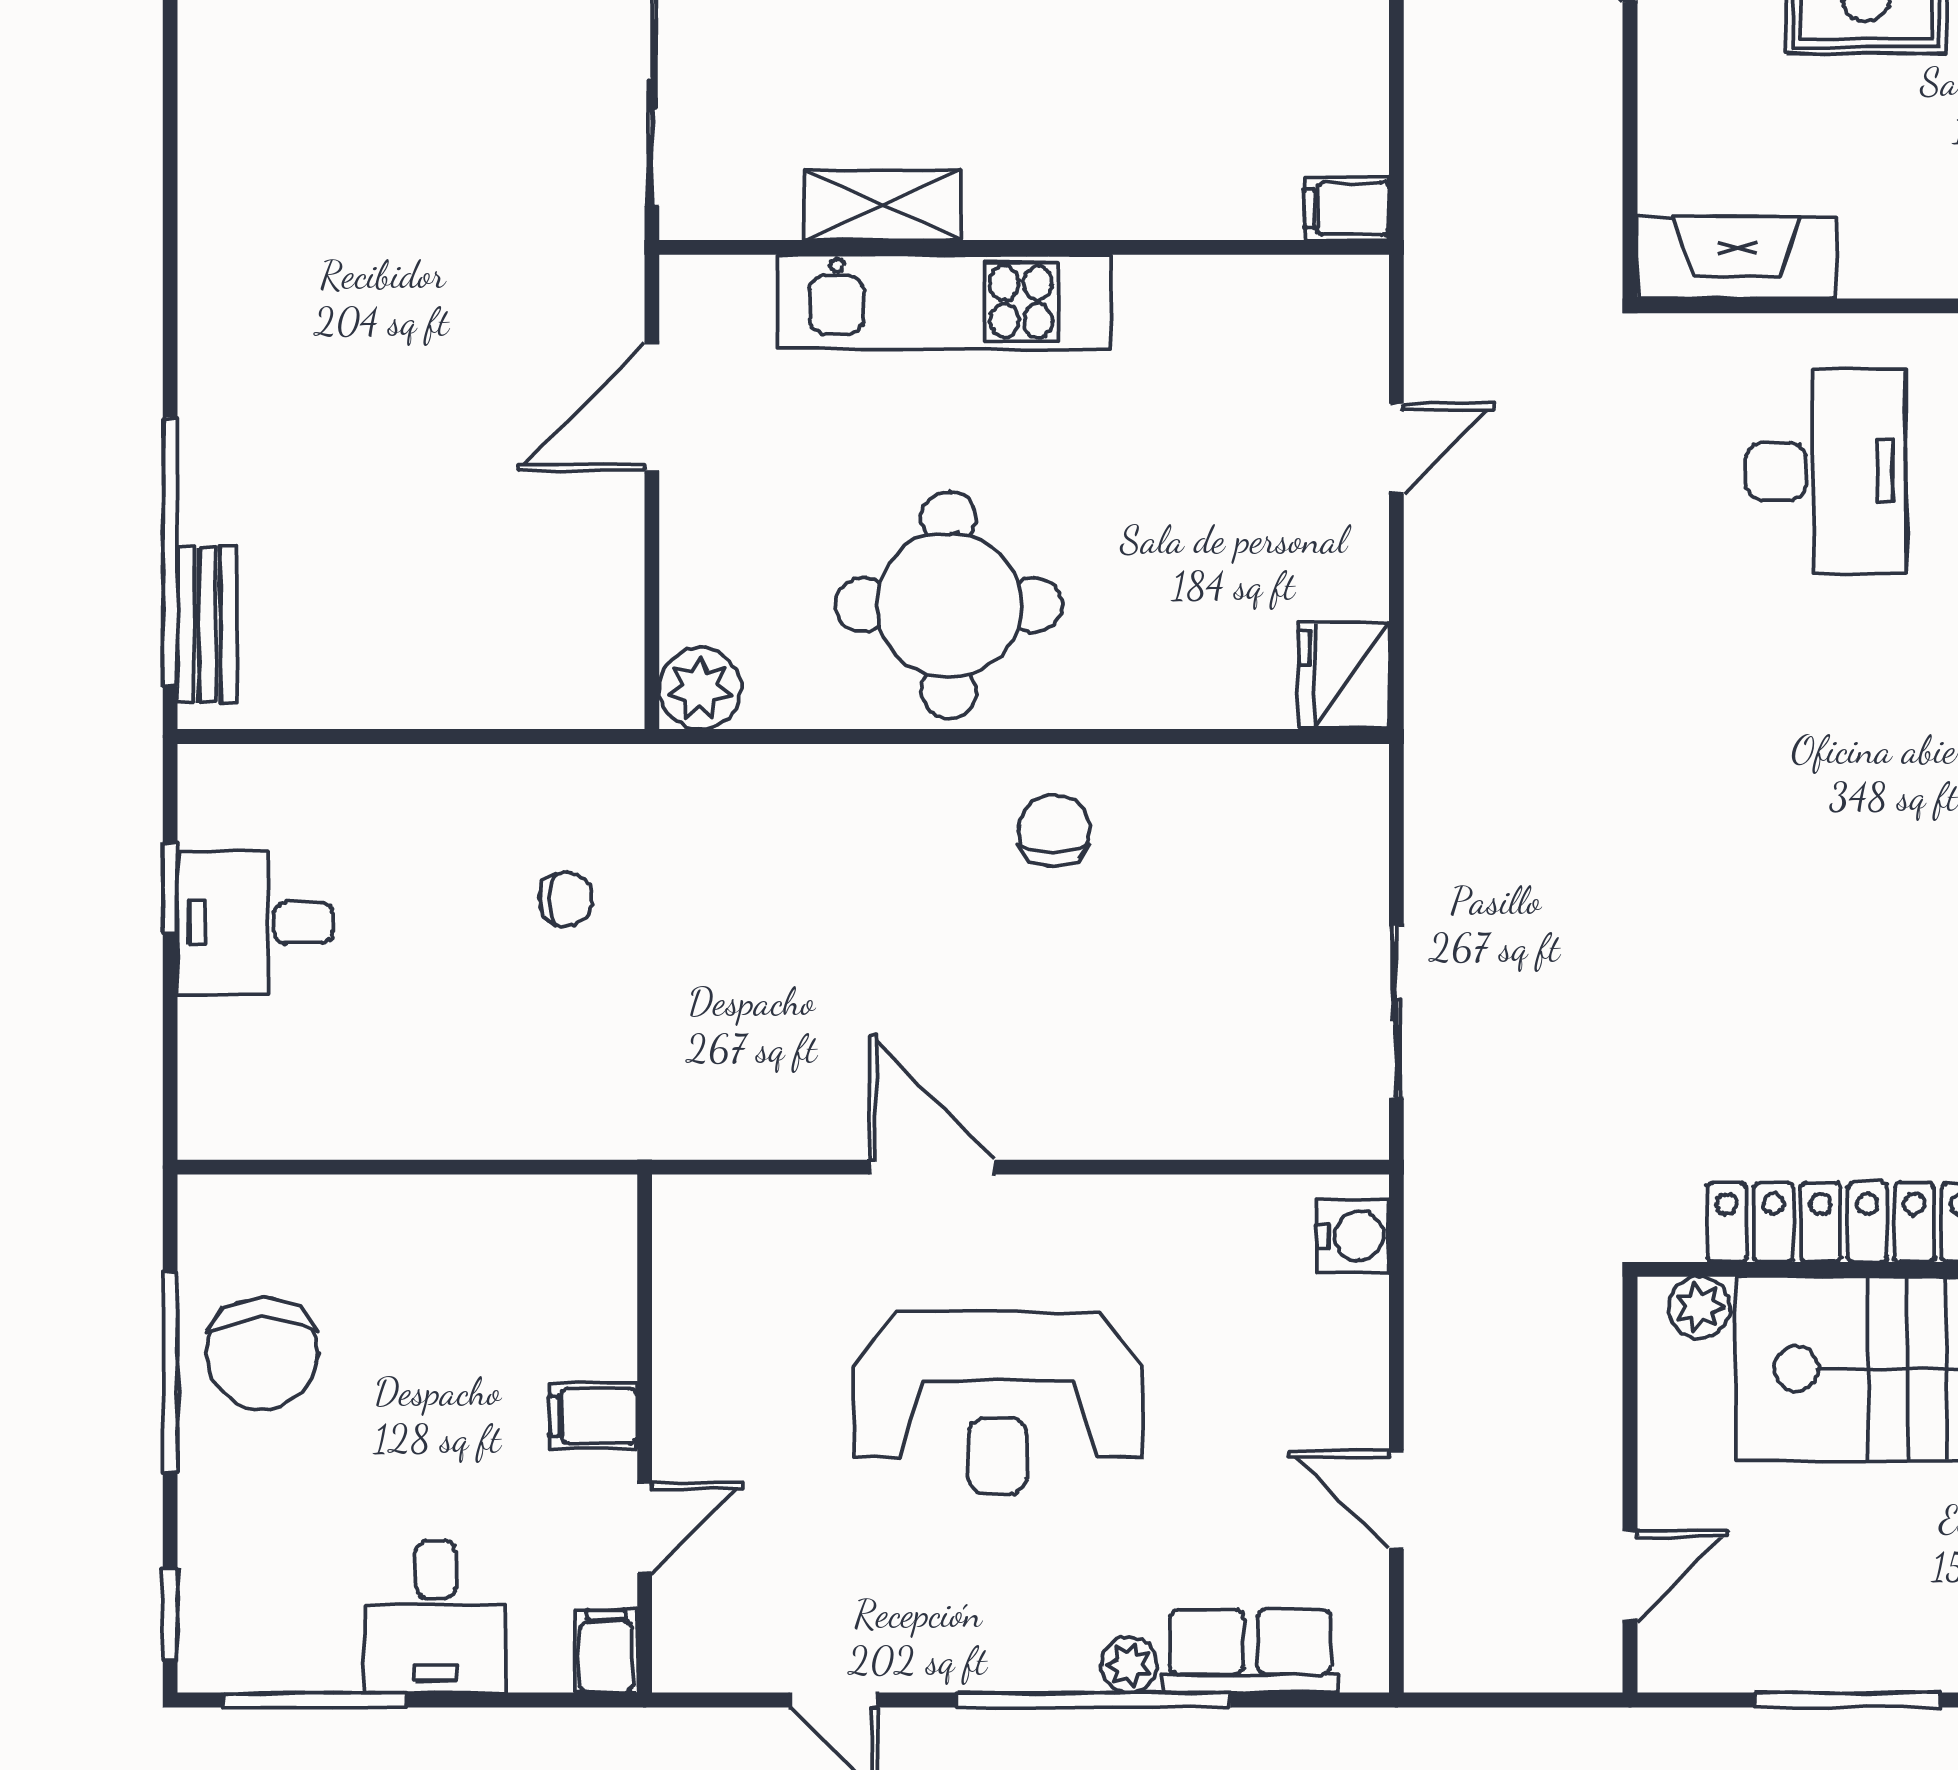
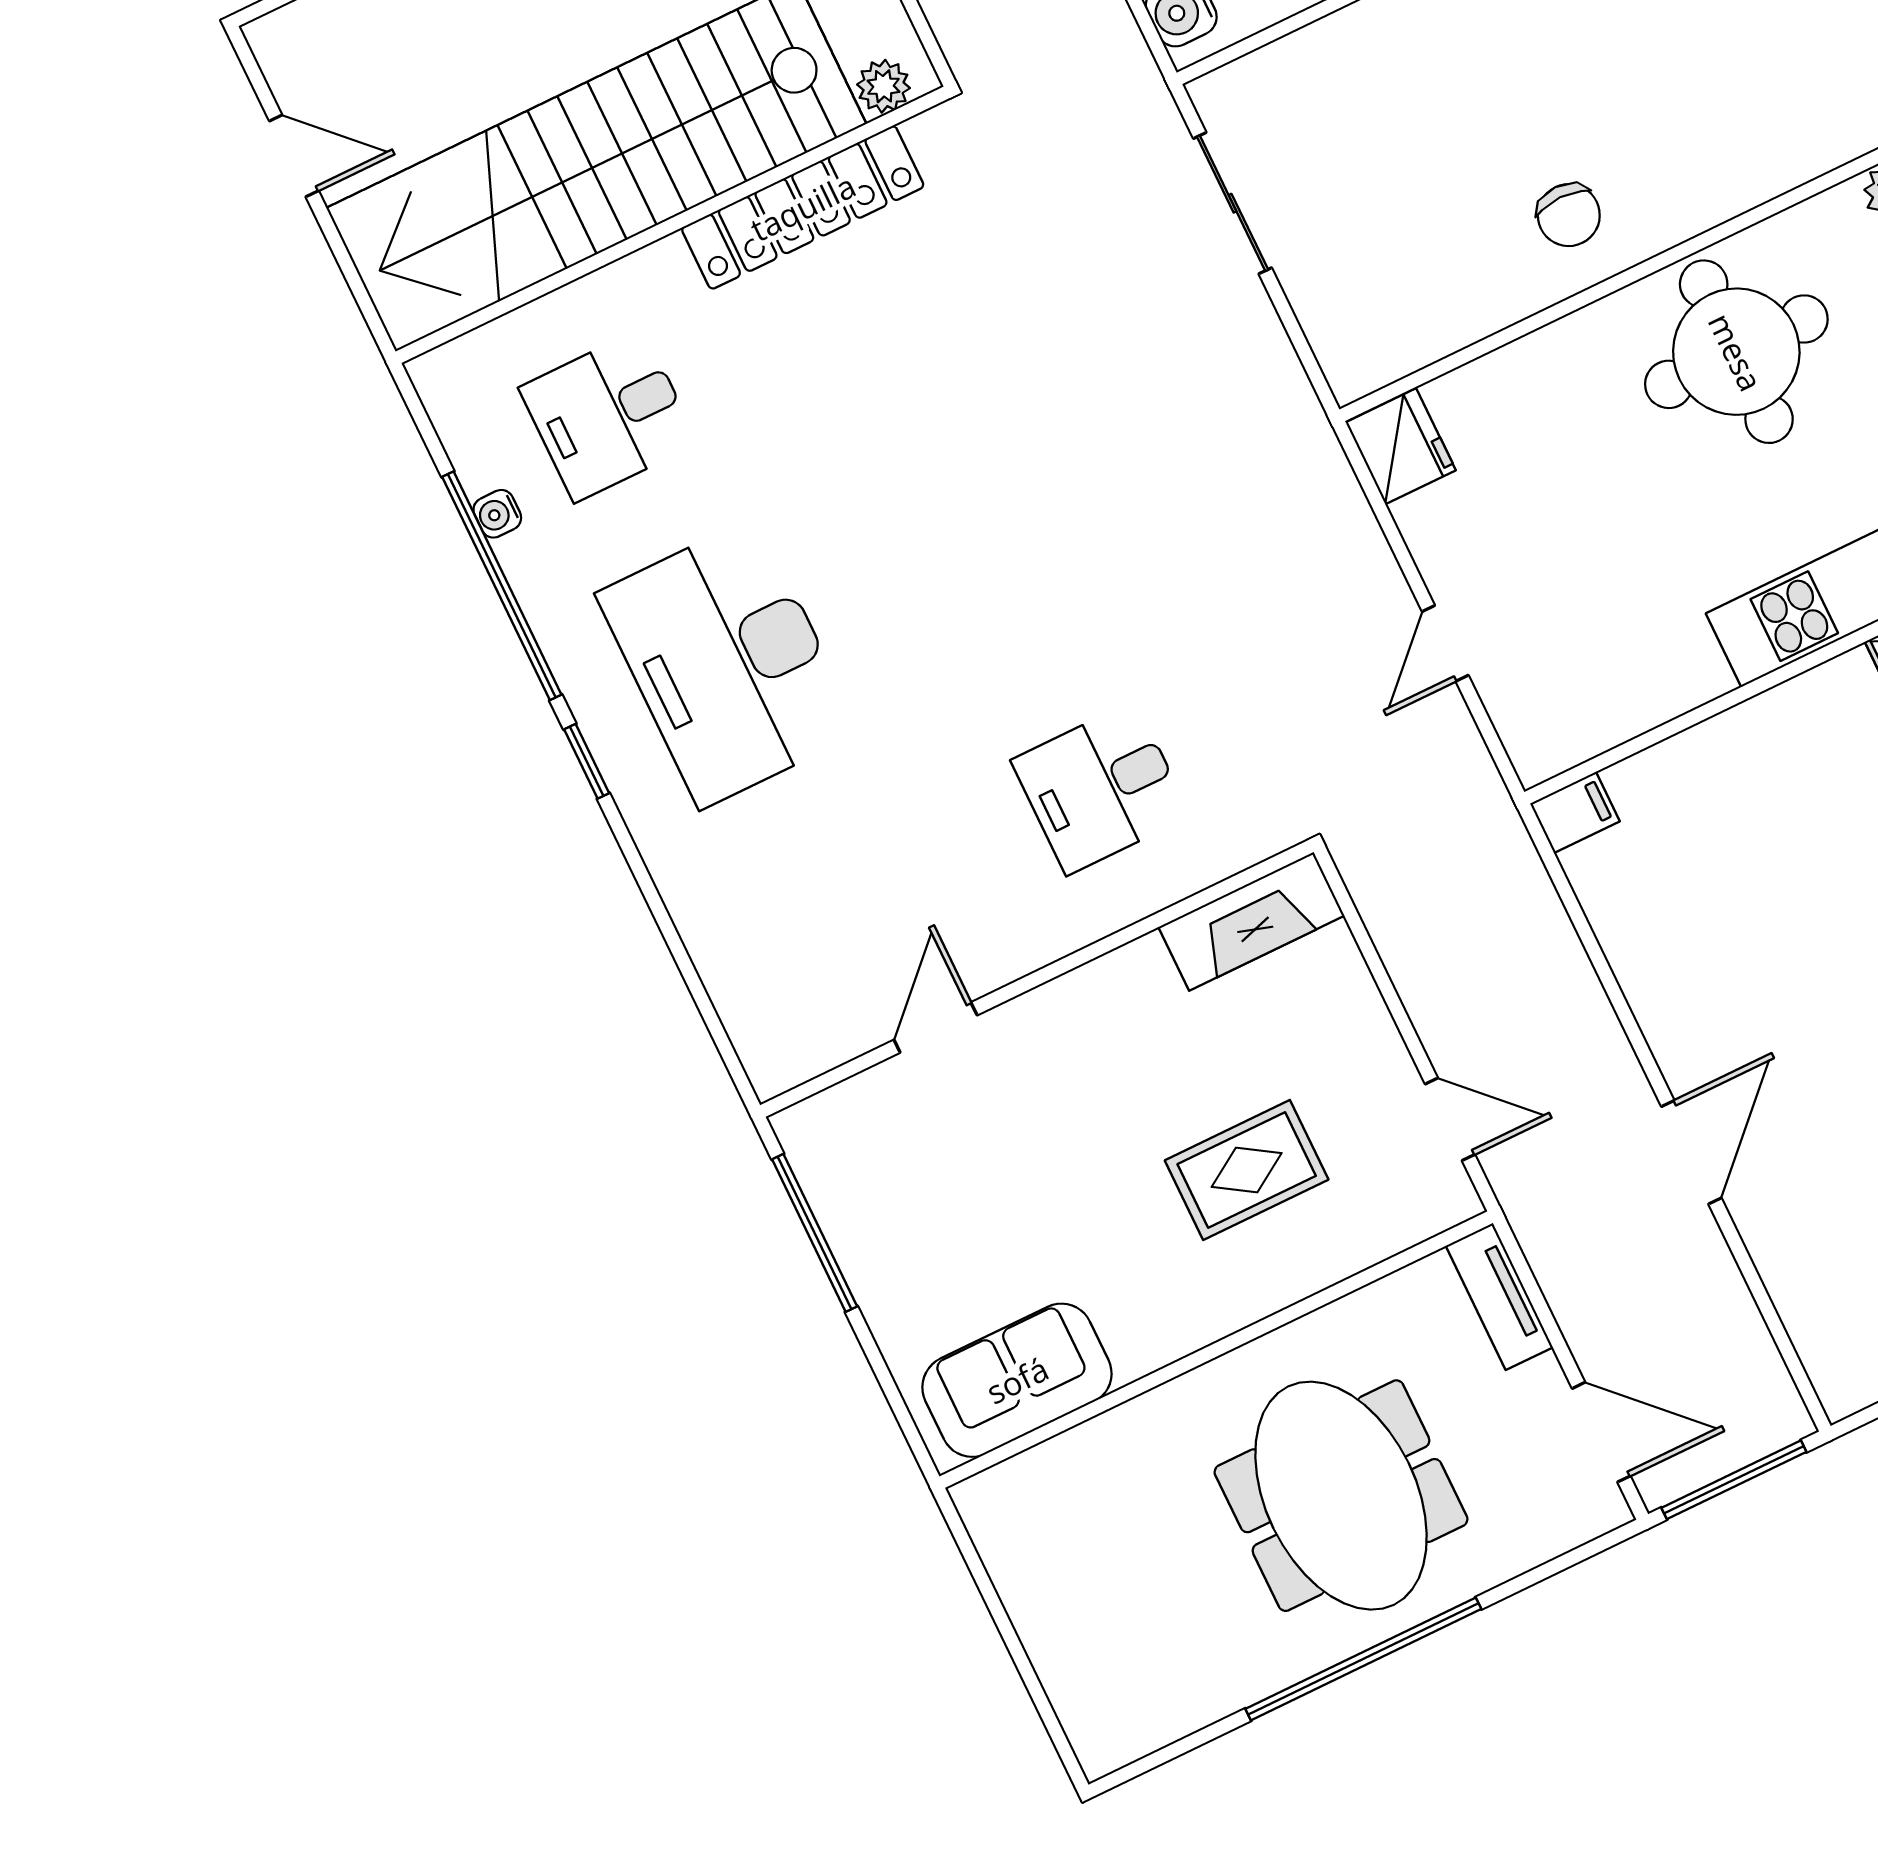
desk: (1826, 471) -> (1101, 788), width x0.73

